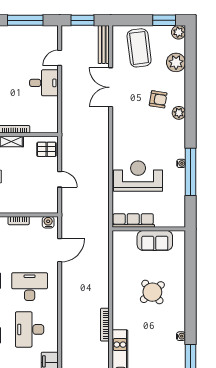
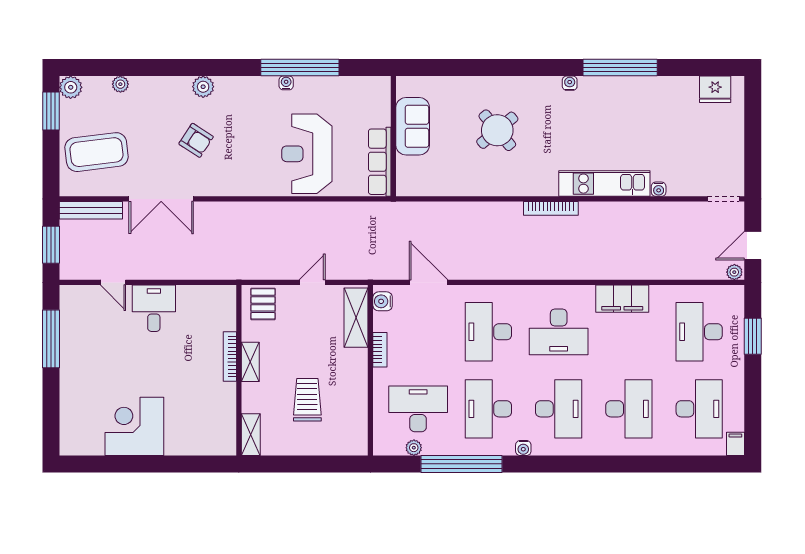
plant: (176, 62) -> (120, 84), width x0.53, depth x0.53
armchair: (158, 99) -> (196, 140), moved, turned 114
shelving: (38, 206) -> (356, 318), added

